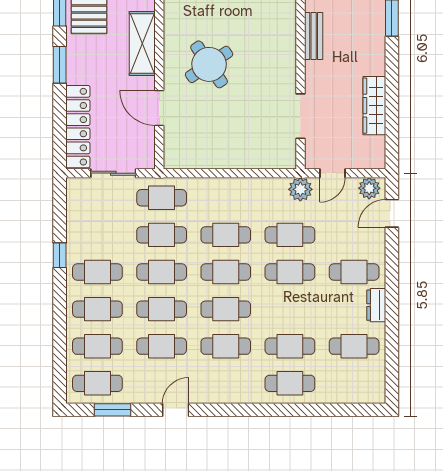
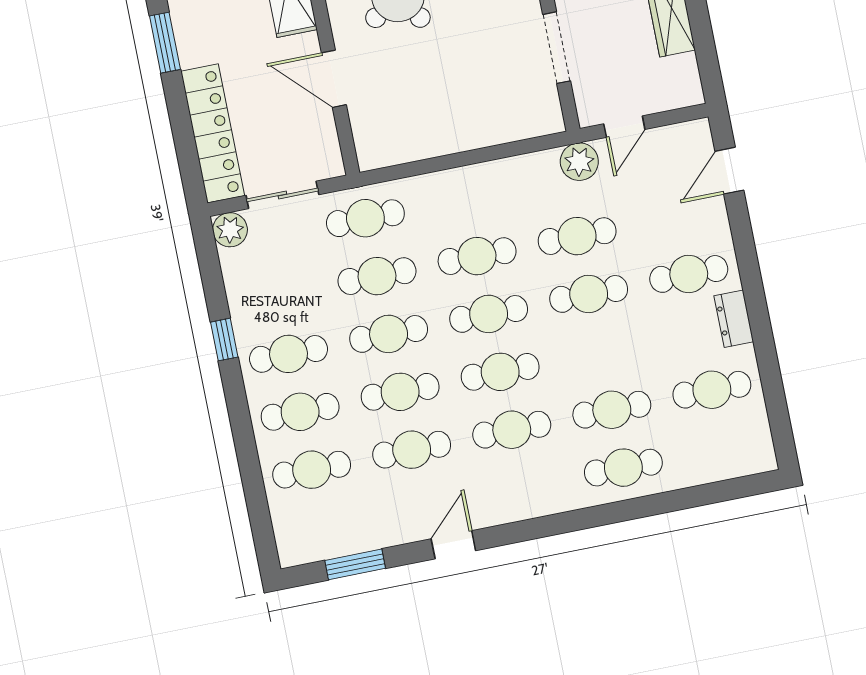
plant: (369, 188) -> (230, 230), moved
cafe table: (97, 383) -> (323, 528), removed

